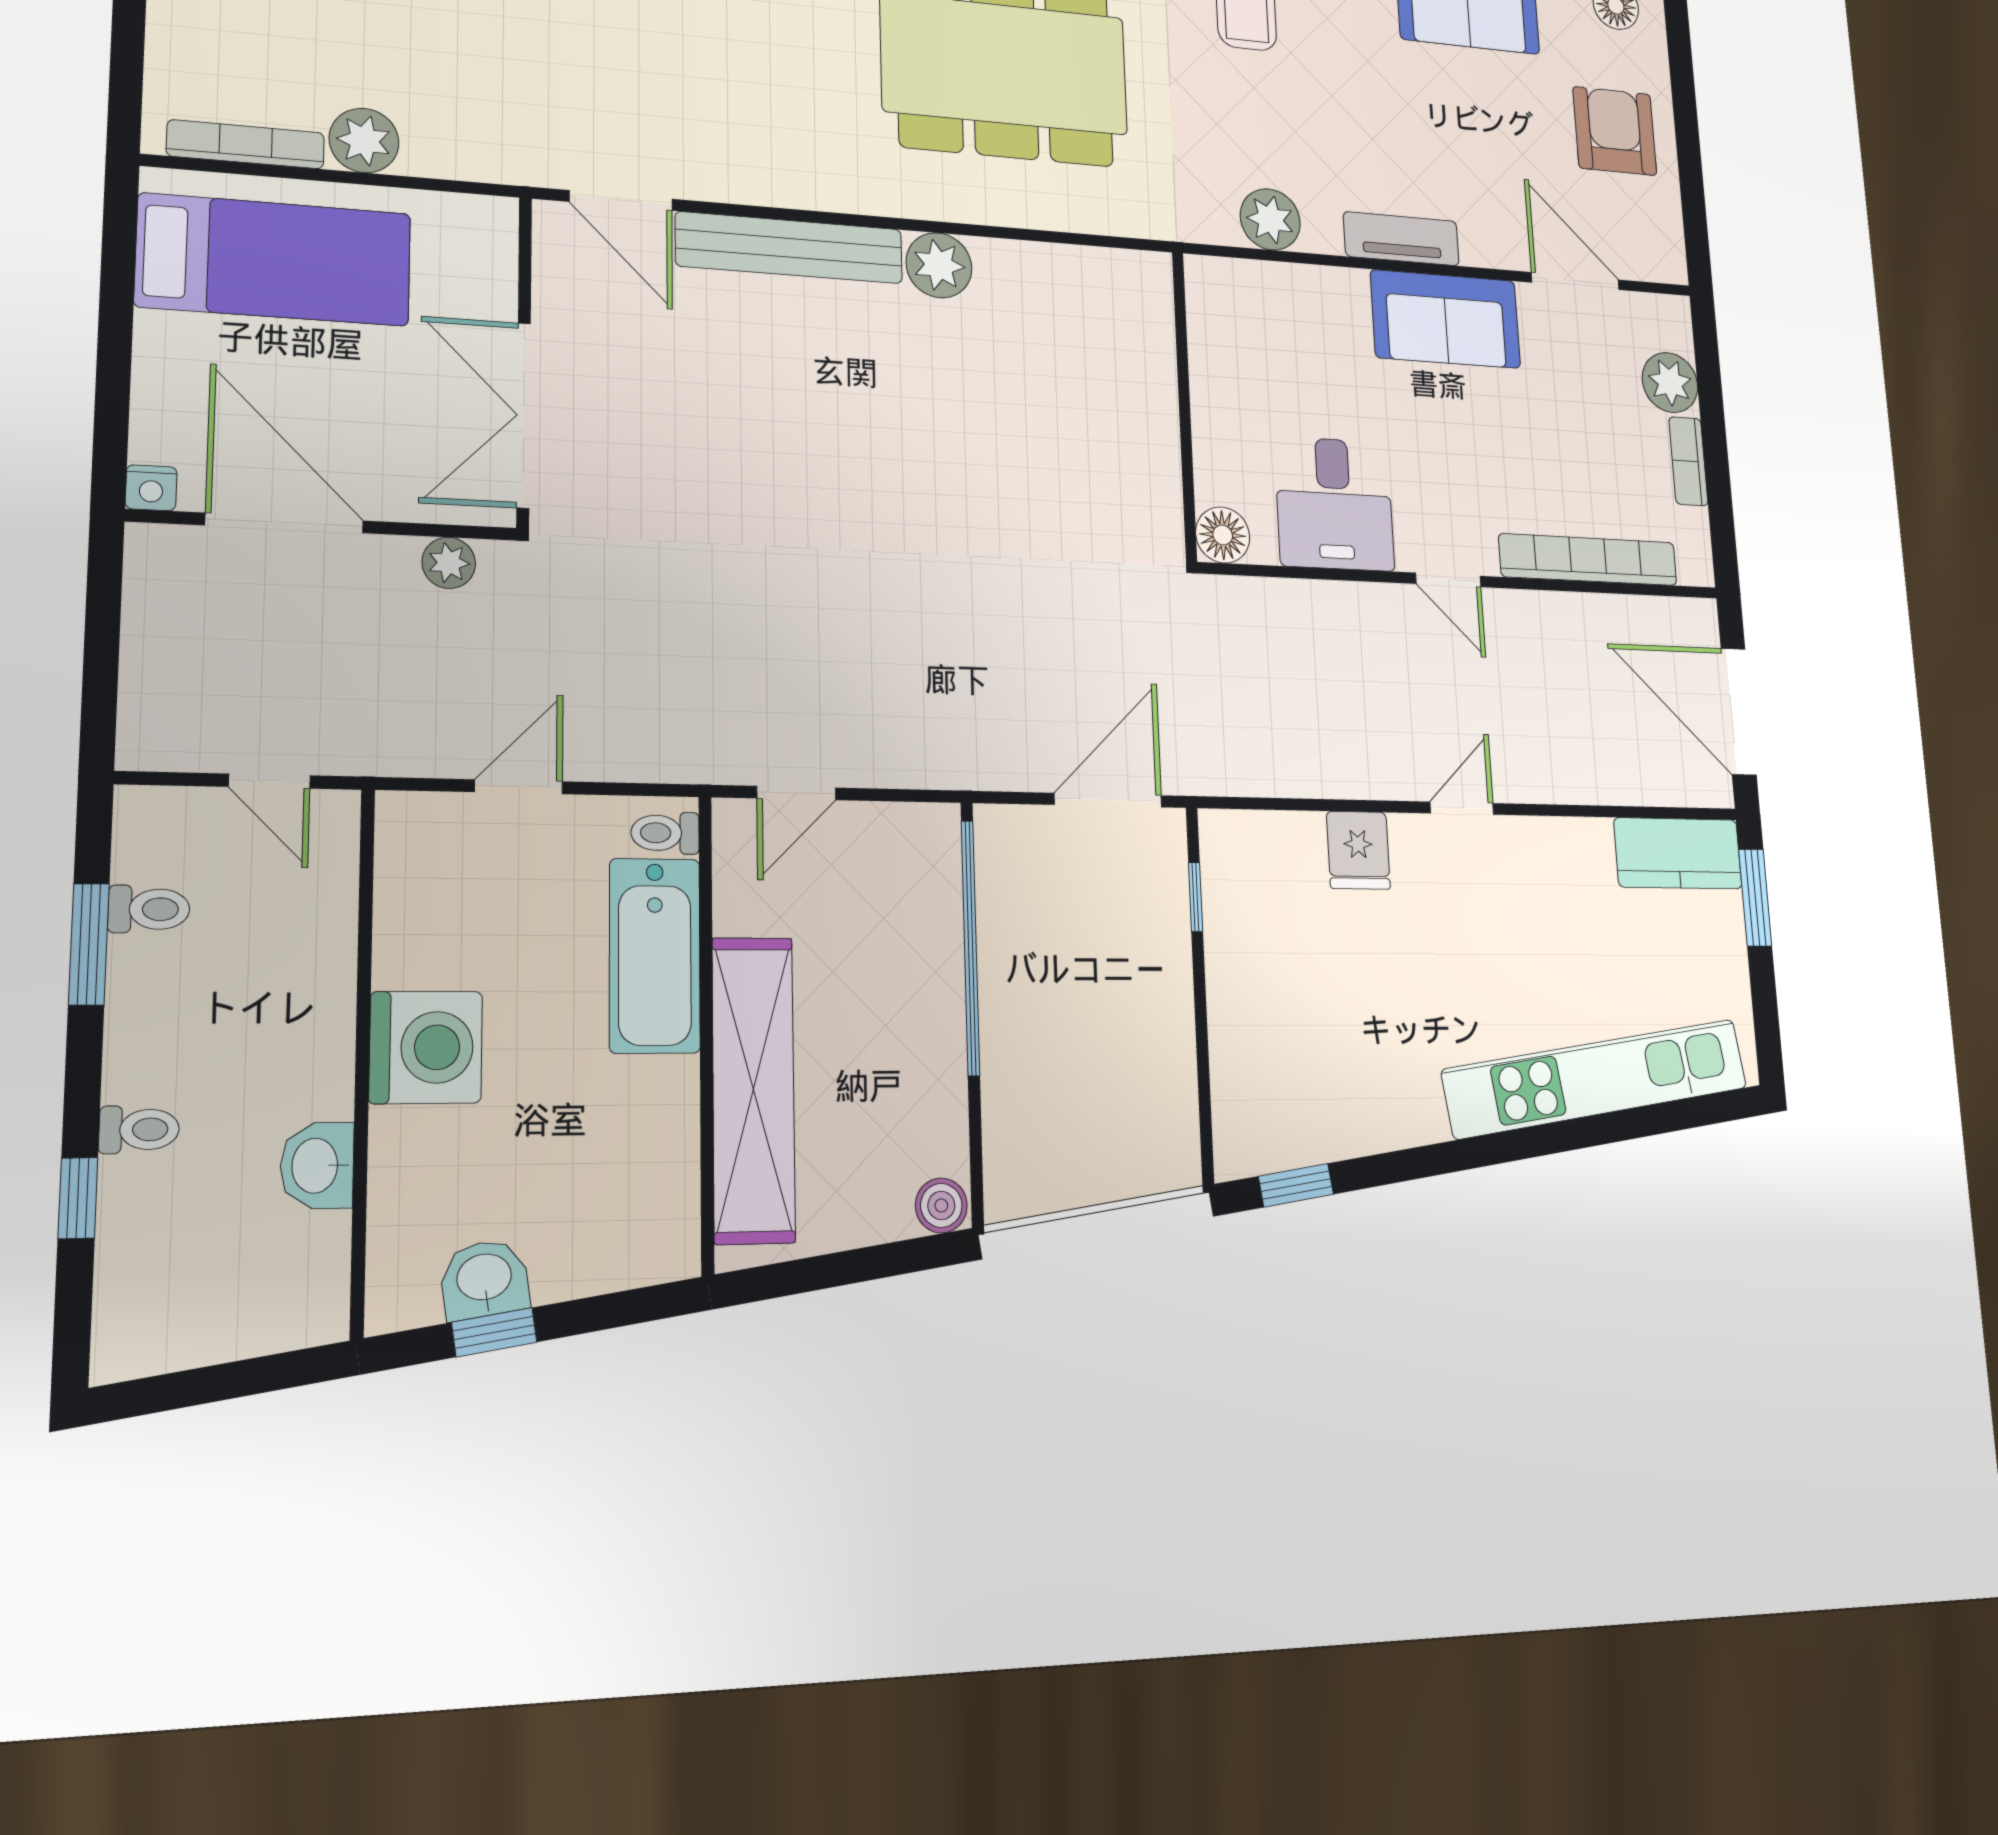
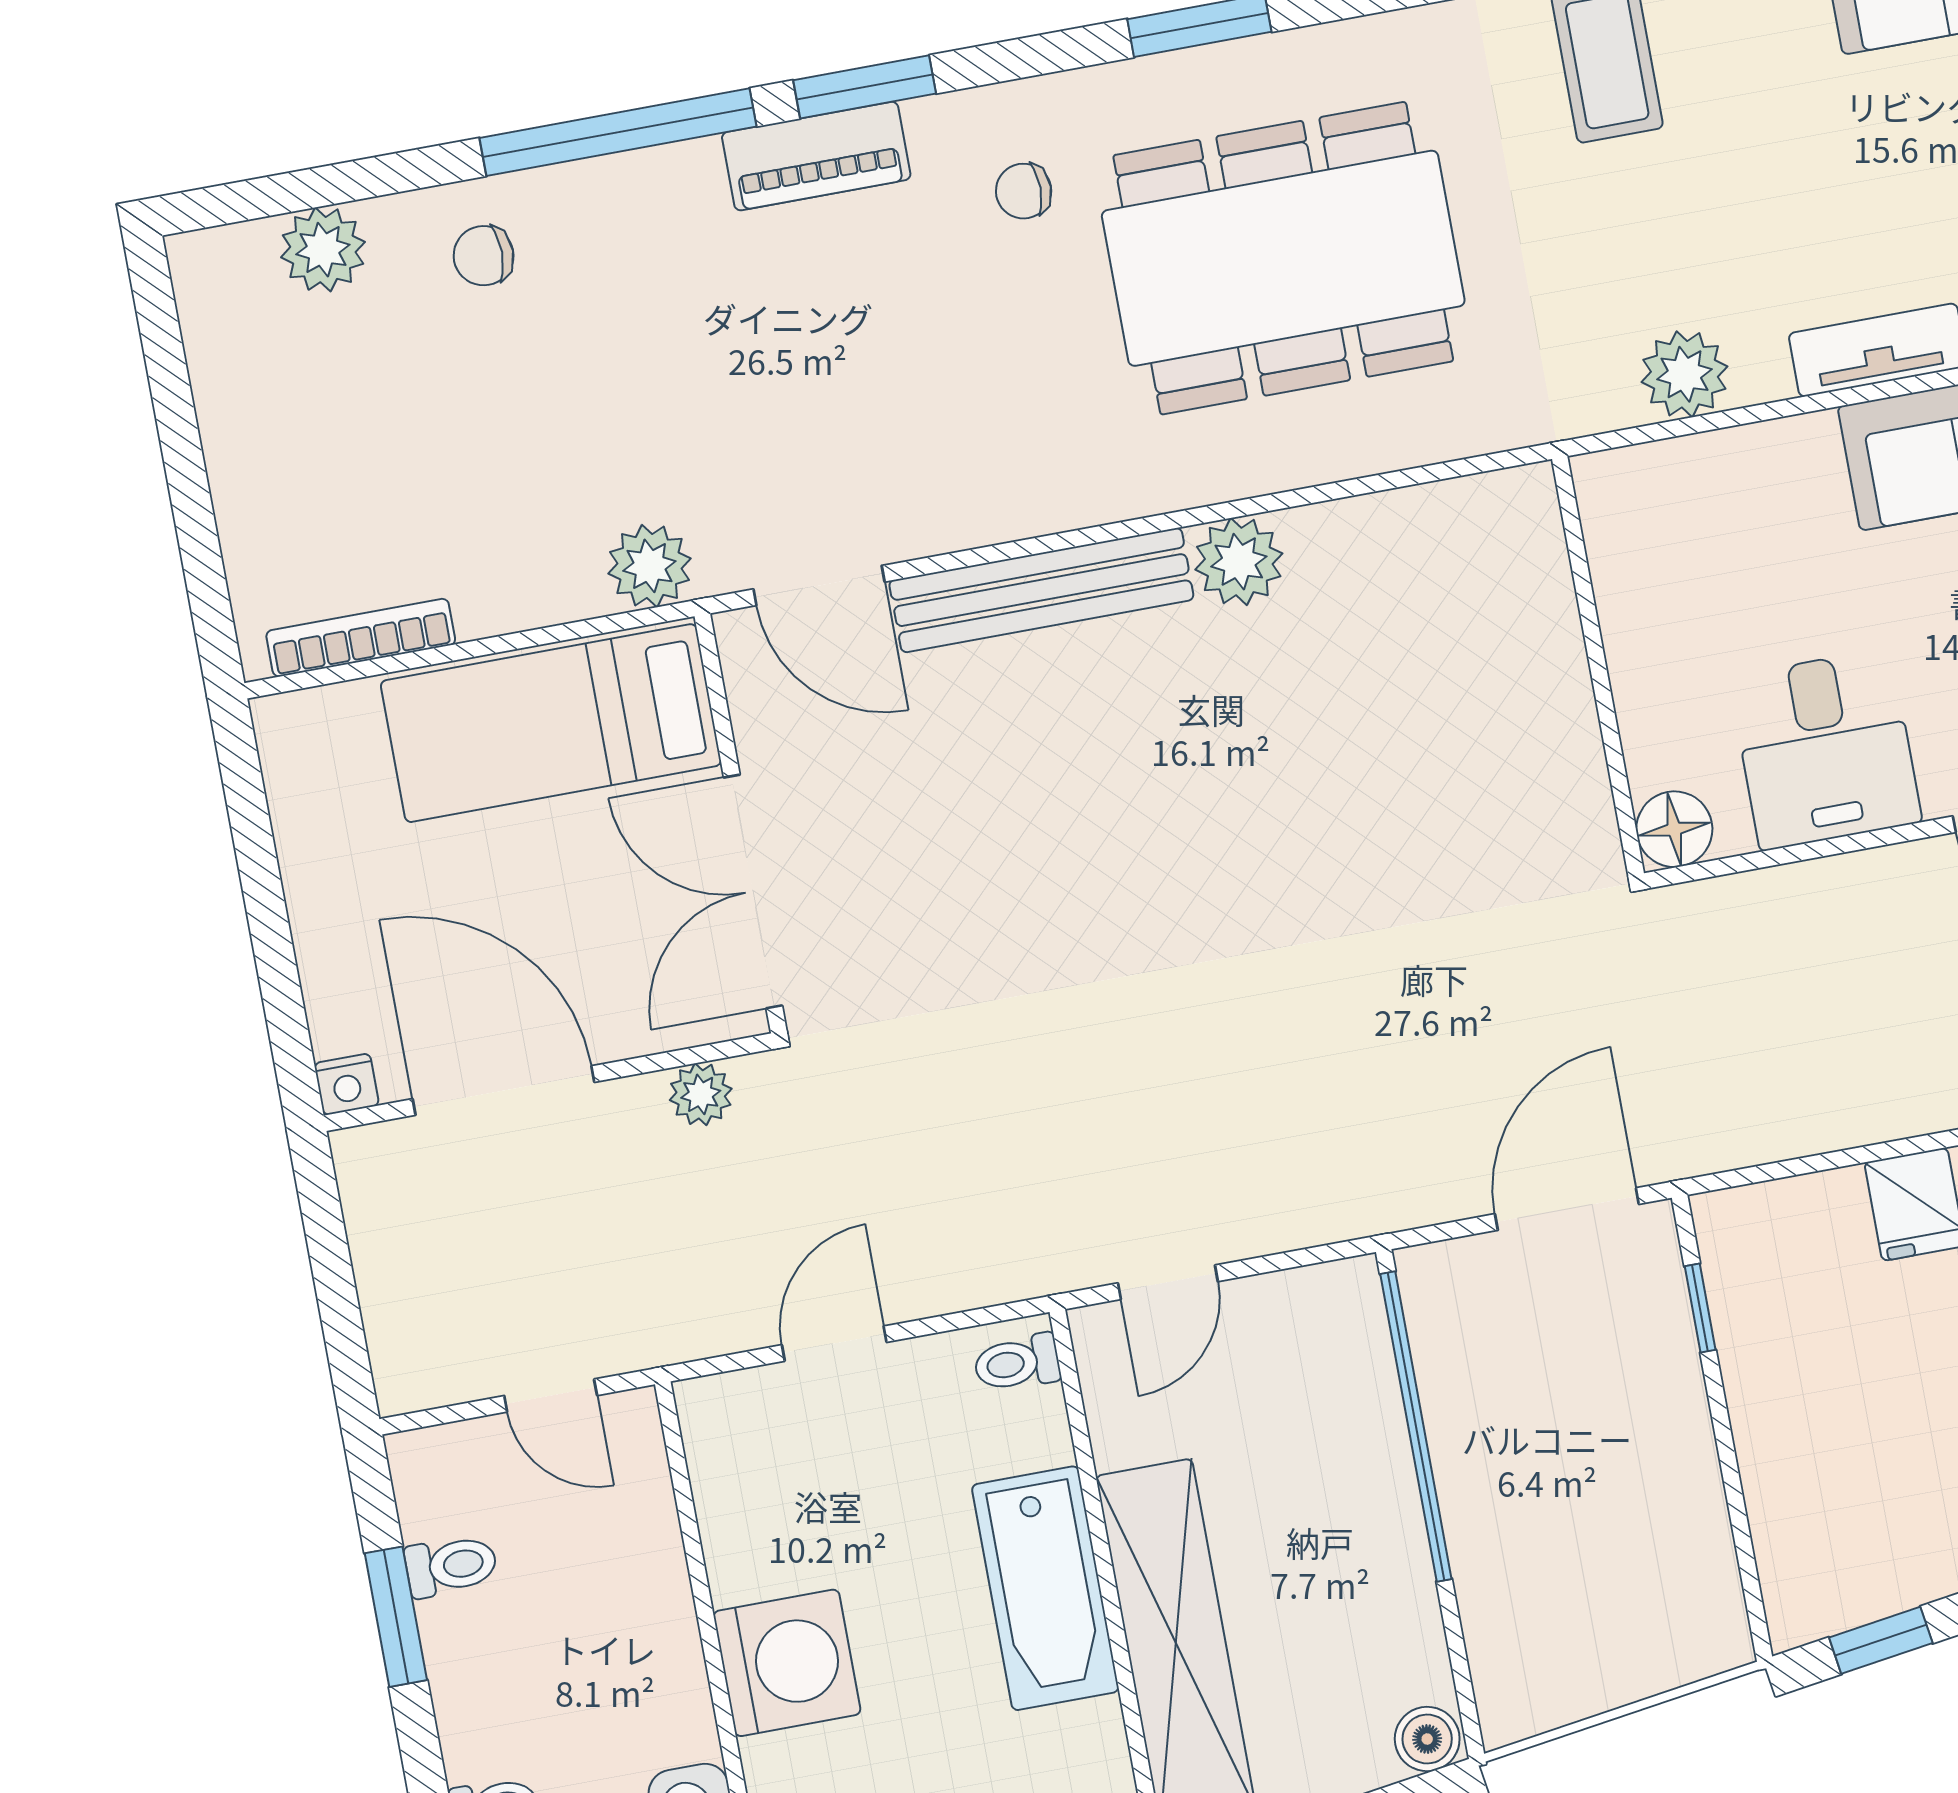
plant: (364, 140) -> (649, 566), moved
bed: (274, 260) -> (551, 723), moved, turned 180
bathtub: (655, 955) -> (1045, 1588), moved

